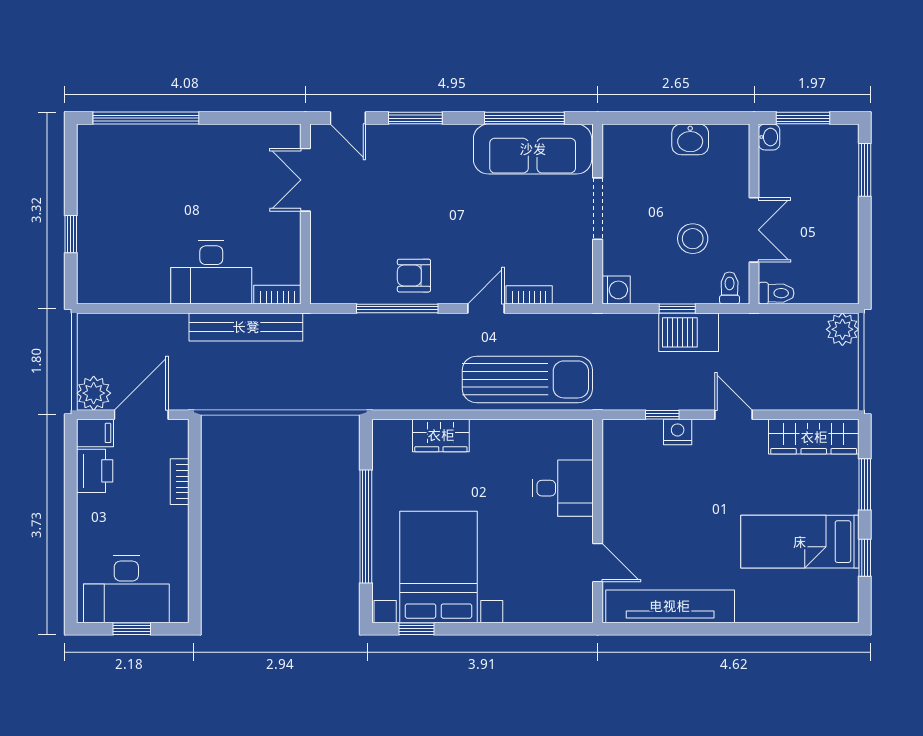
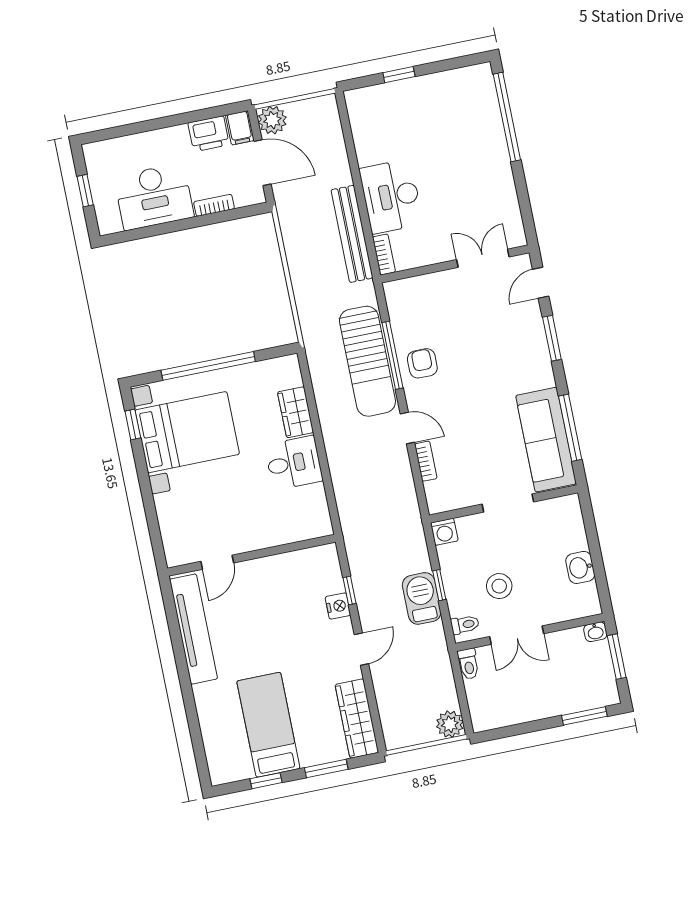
sun lounger: (527, 379) -> (367, 361), moved
desk: (563, 488) -> (294, 463), moved, turned -90
desk: (126, 589) -> (154, 197), moved, turned -90

